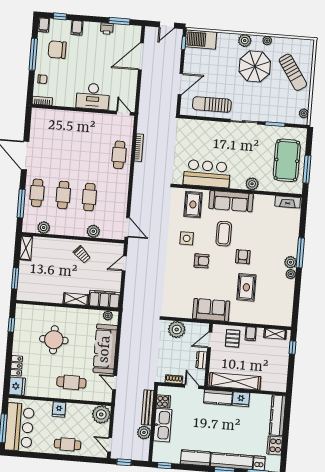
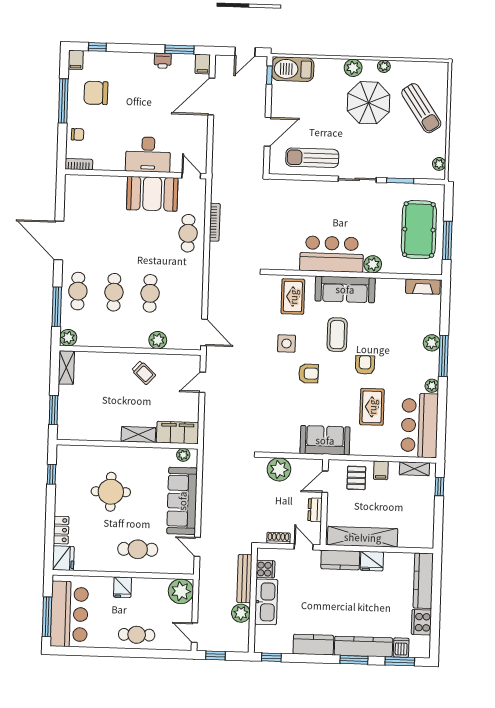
filing cabinet: (77, 28) -> (203, 64), moved
booth: (95, 125) -> (152, 194), added
bar counter: (207, 174) -> (332, 254), moved
plant: (44, 228) -> (68, 338), moved
plant: (291, 262) -> (432, 343), moved
bar counter: (280, 302) -> (420, 425), added

